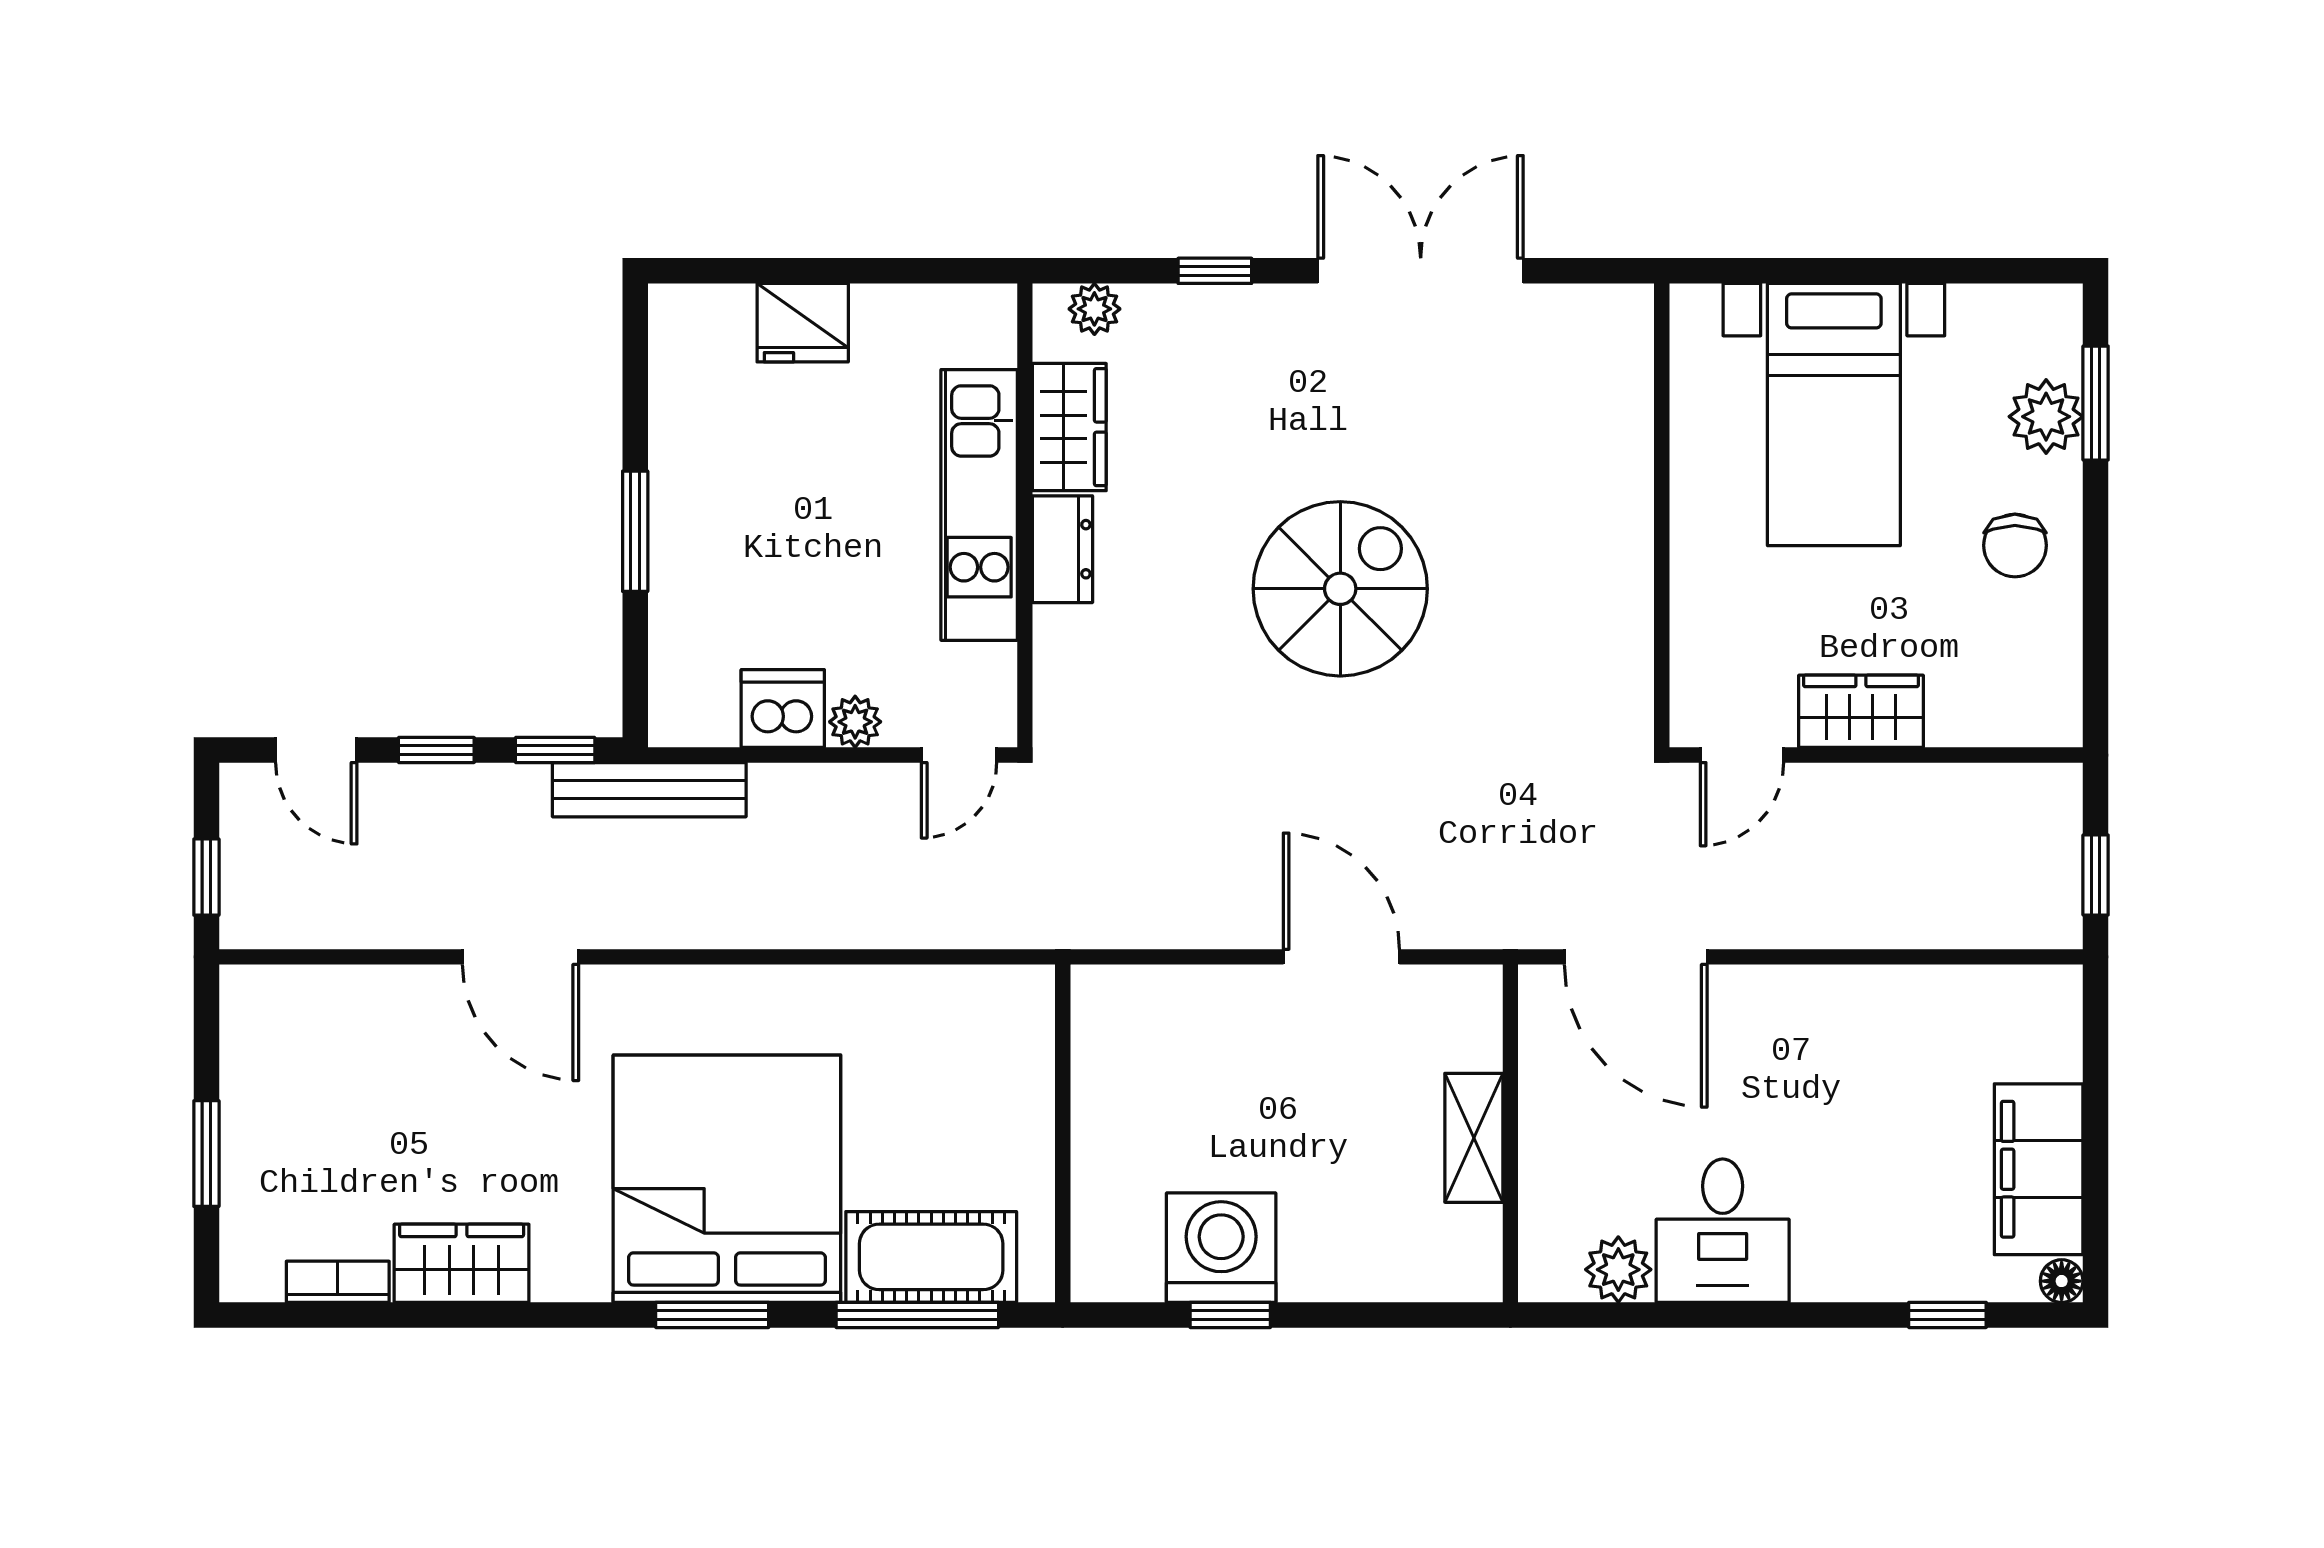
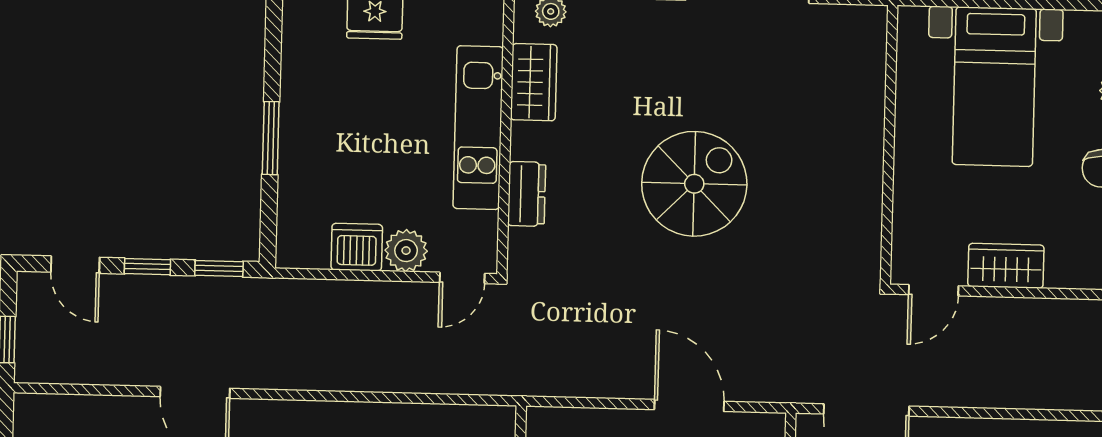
dresser: (1062, 549) -> (527, 194), moved
plant: (855, 722) -> (406, 251), width x1.38, depth x1.38
bench: (649, 790) -> (275, 294), removed

